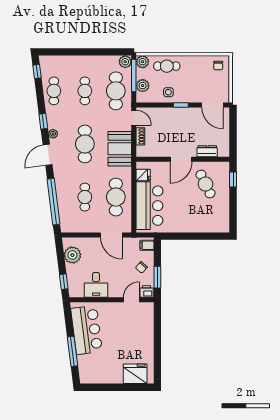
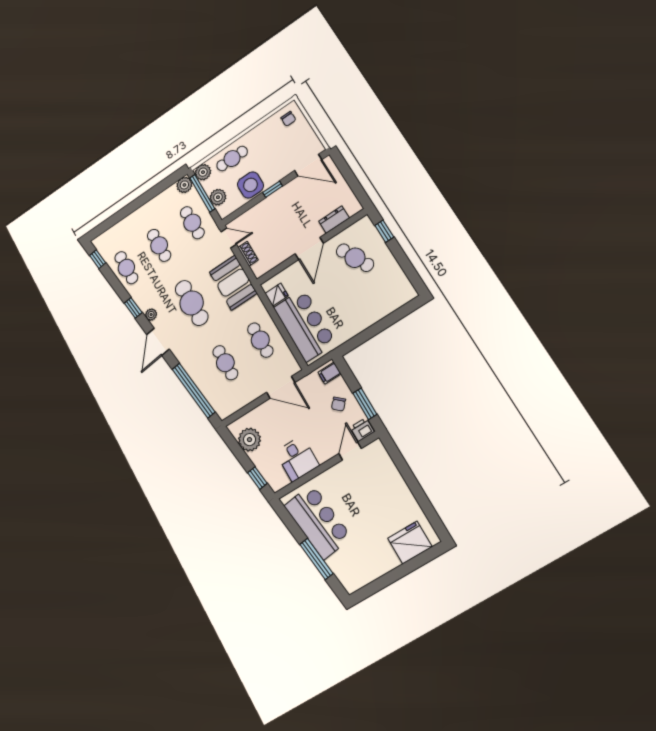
cafe table: (116, 91) -> (192, 223), width x0.73, depth x0.74
side table: (168, 92) -> (250, 185), width x1.87, depth x1.87
cafe table: (116, 197) -> (260, 340), width x0.73, depth x0.74

